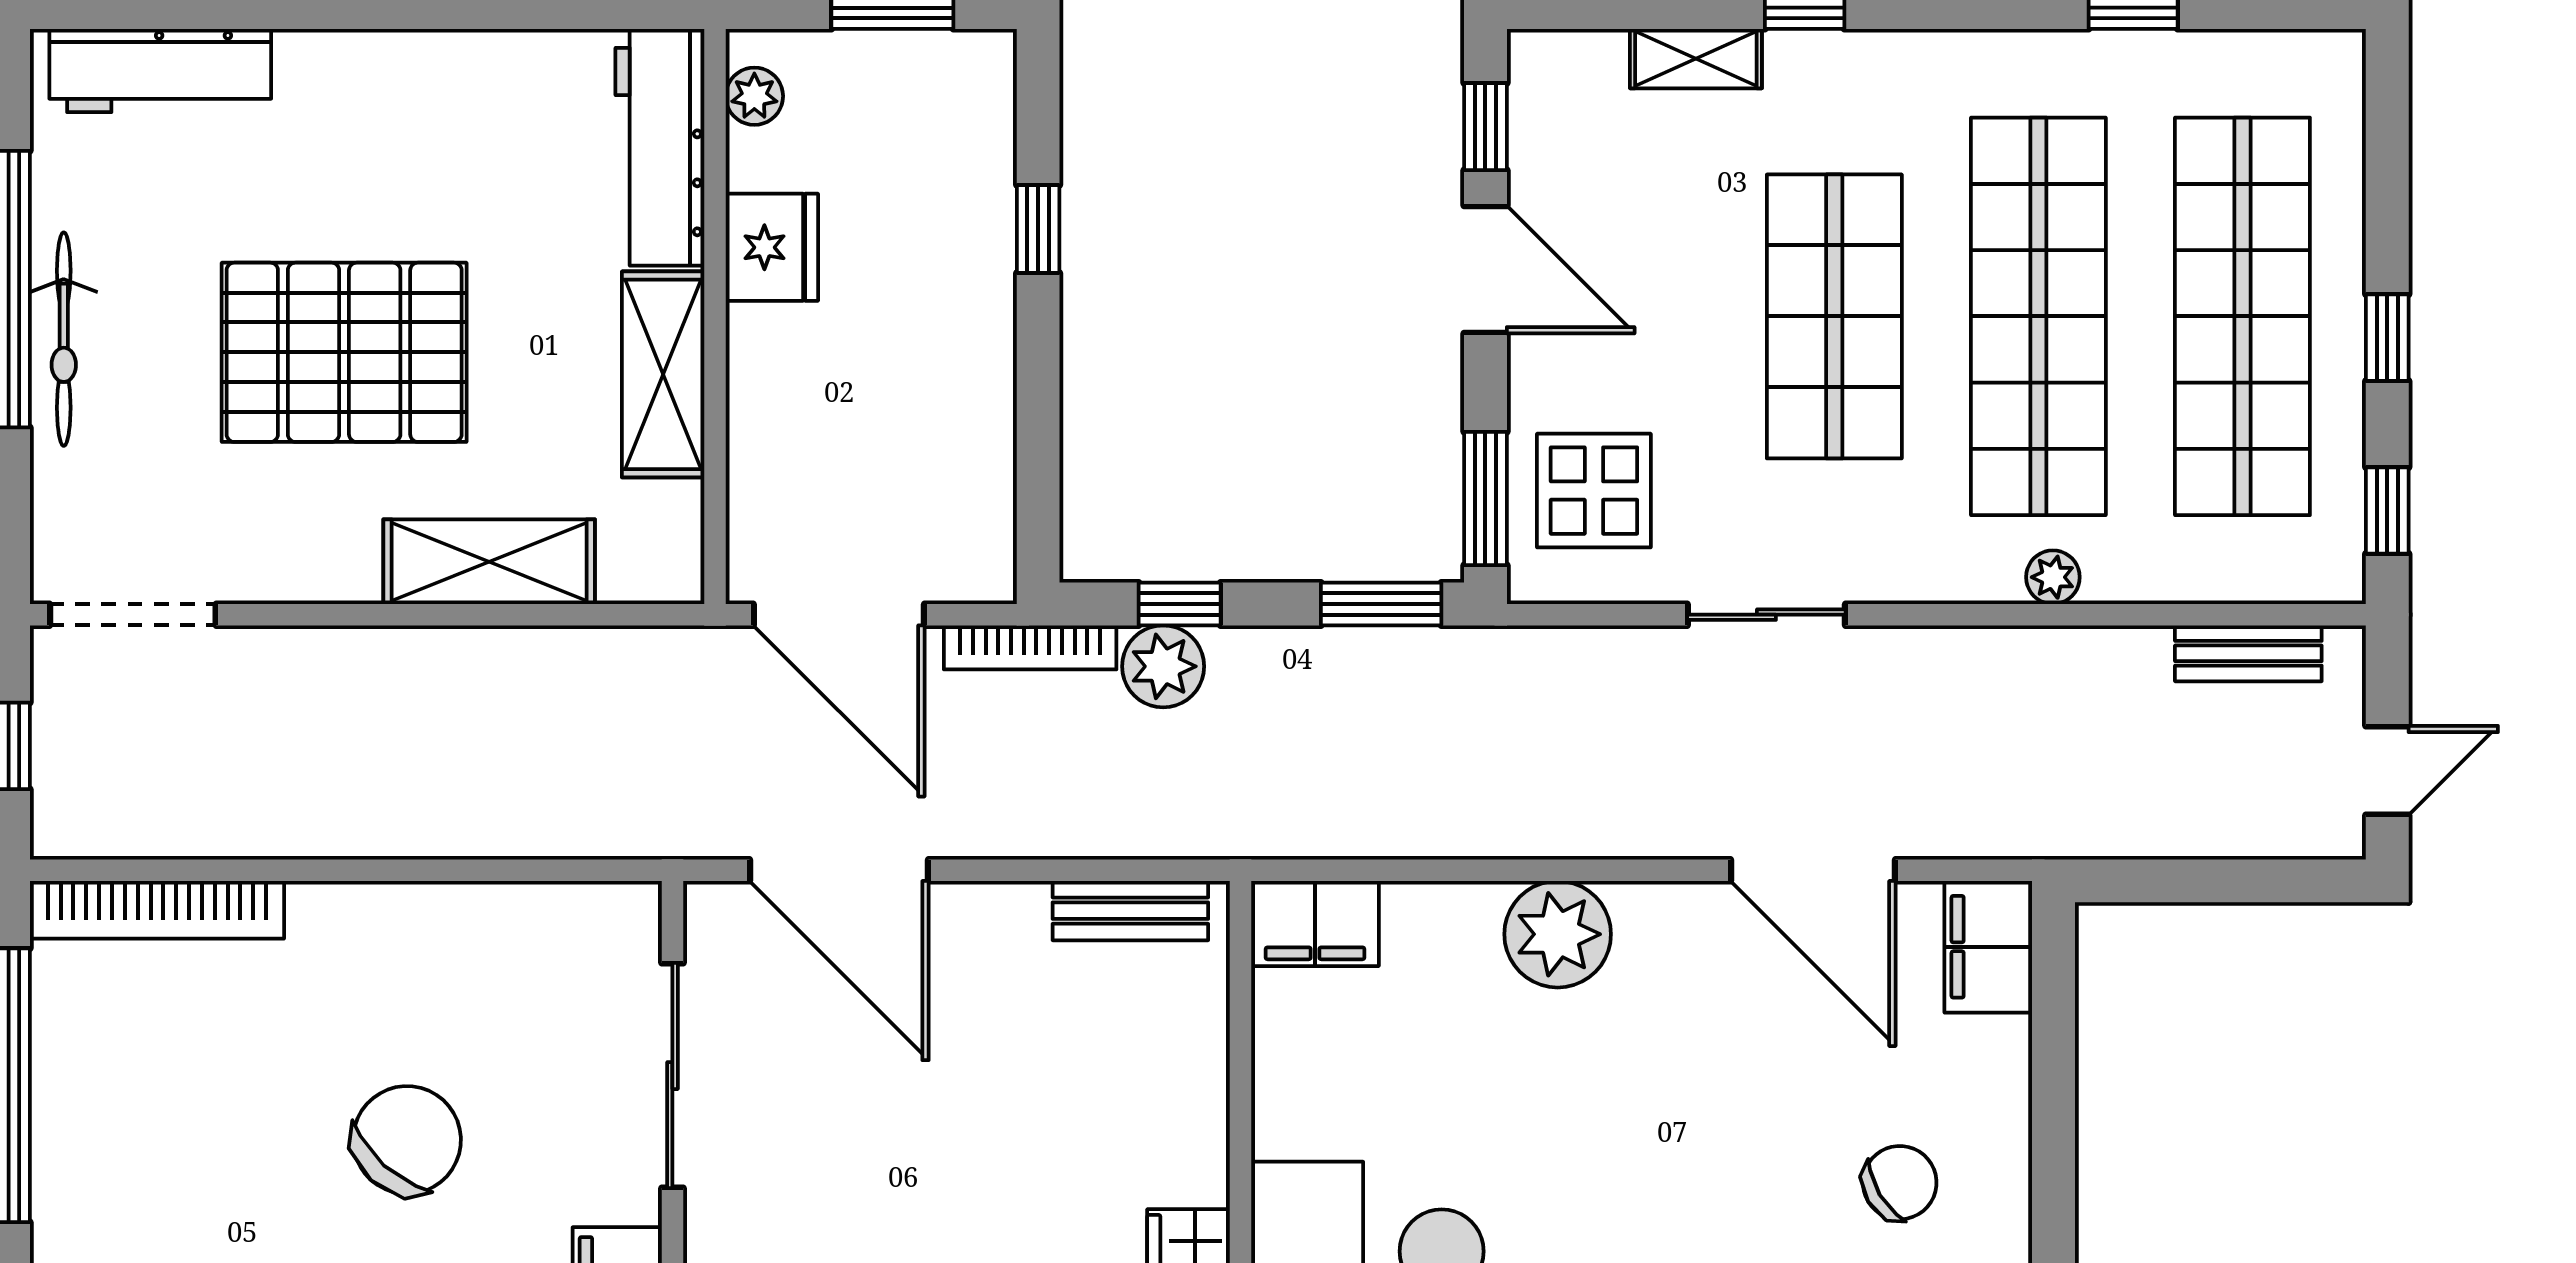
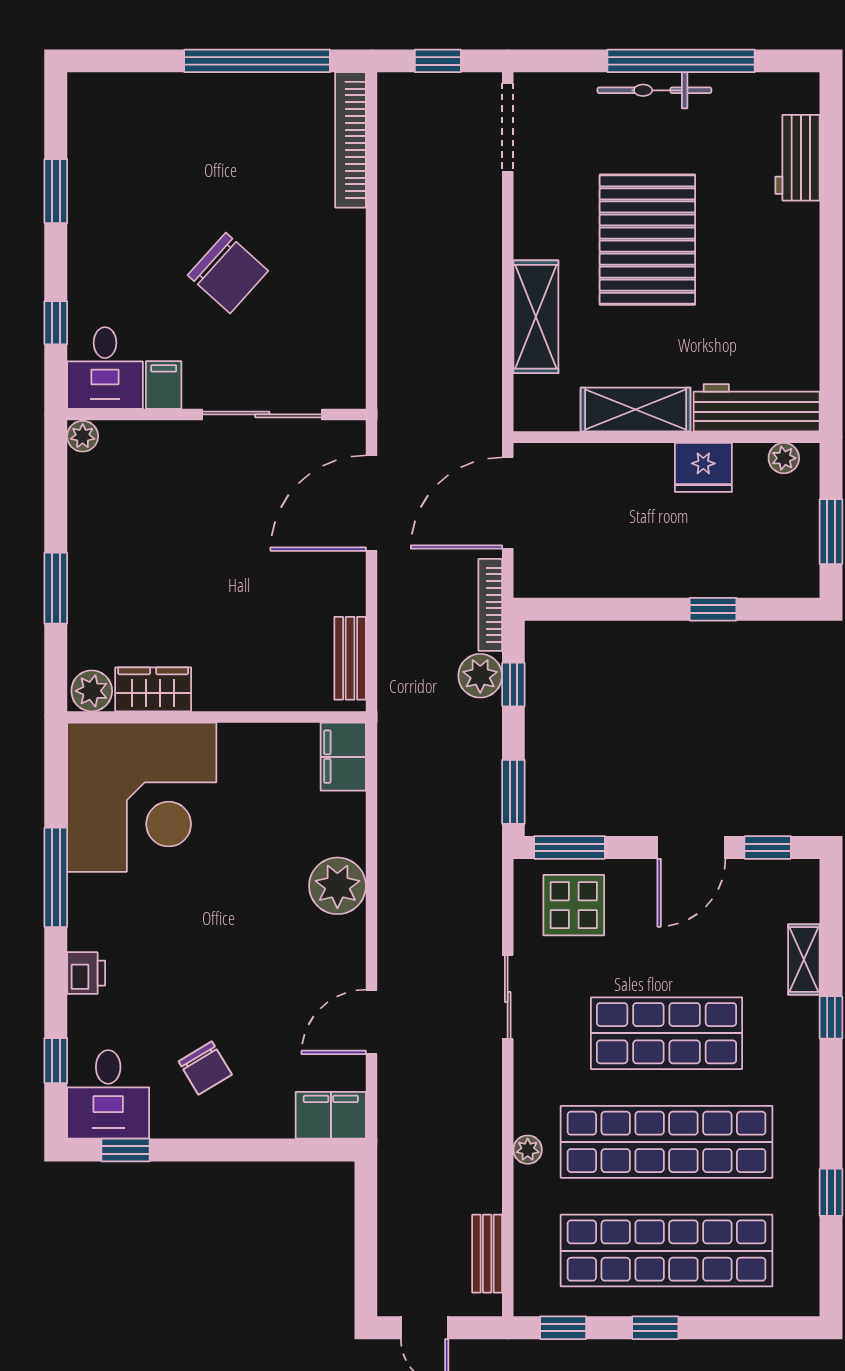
workbench: (160, 71) -> (797, 158), width x0.73
door: (1813, 870) -> (372, 1022), width x0.73

